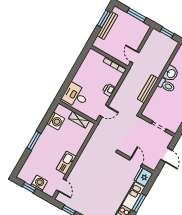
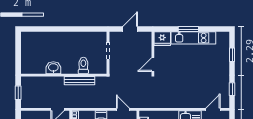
toilet: (166, 85) -> (83, 66), moved
door: (136, 162) -> (153, 65), moved

